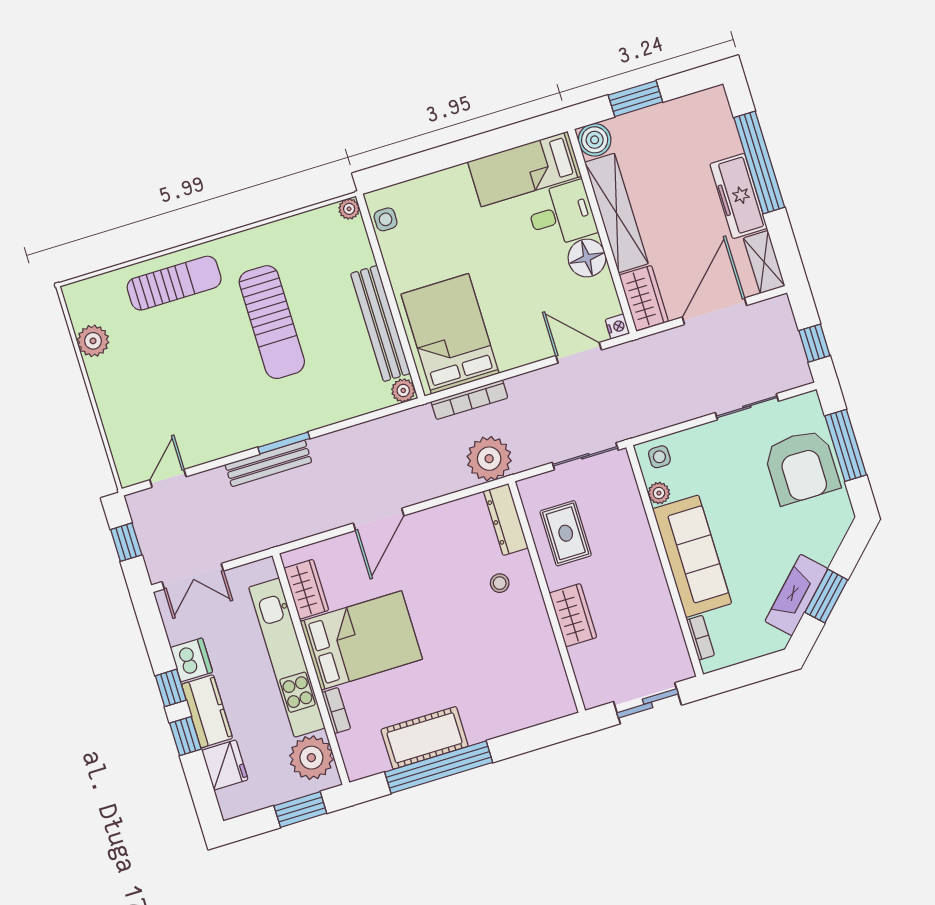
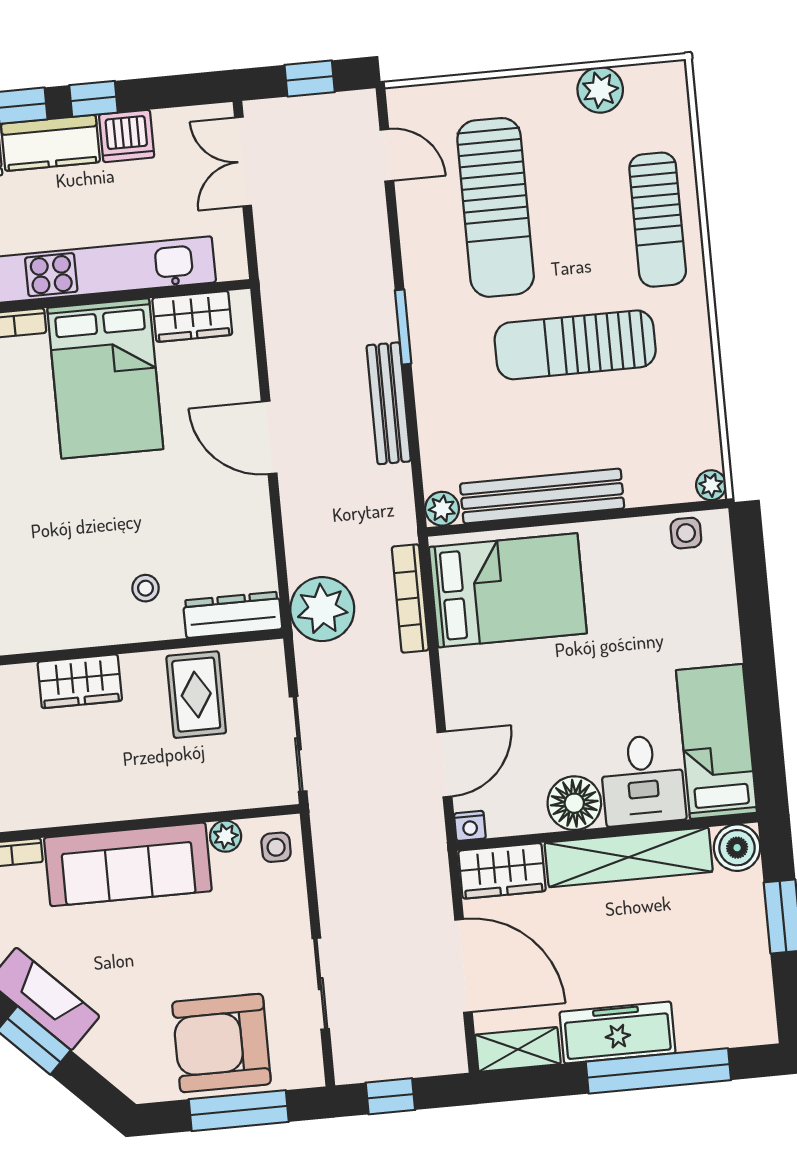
sun lounger: (189, 396) -> (496, 207), added
bench: (268, 463) -> (389, 403), moved
rug: (566, 533) -> (196, 695), turned 90

